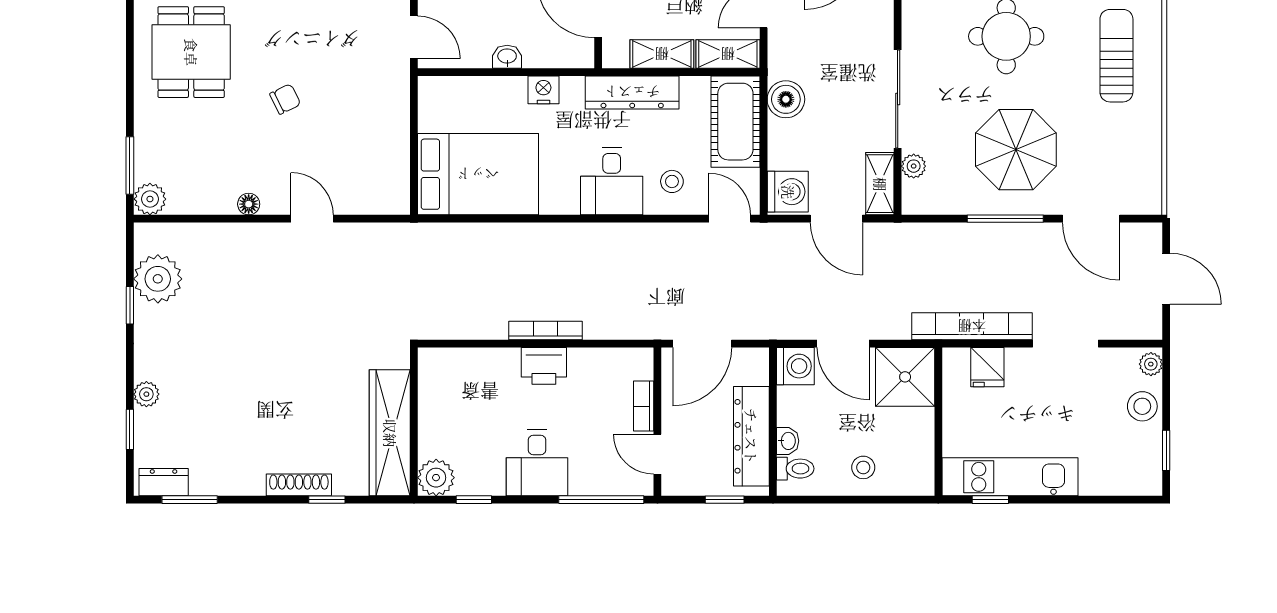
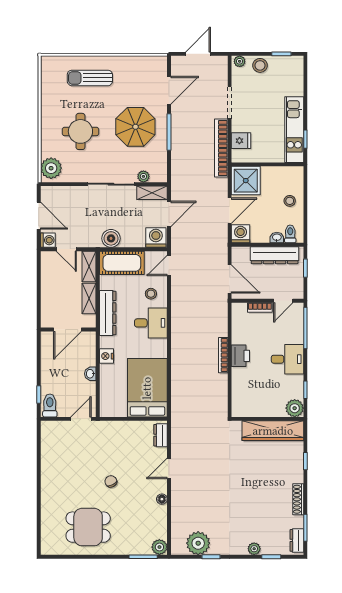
dresser: (380, 201) -> (161, 435), added
shoe rack: (299, 485) -> (298, 499), moved

